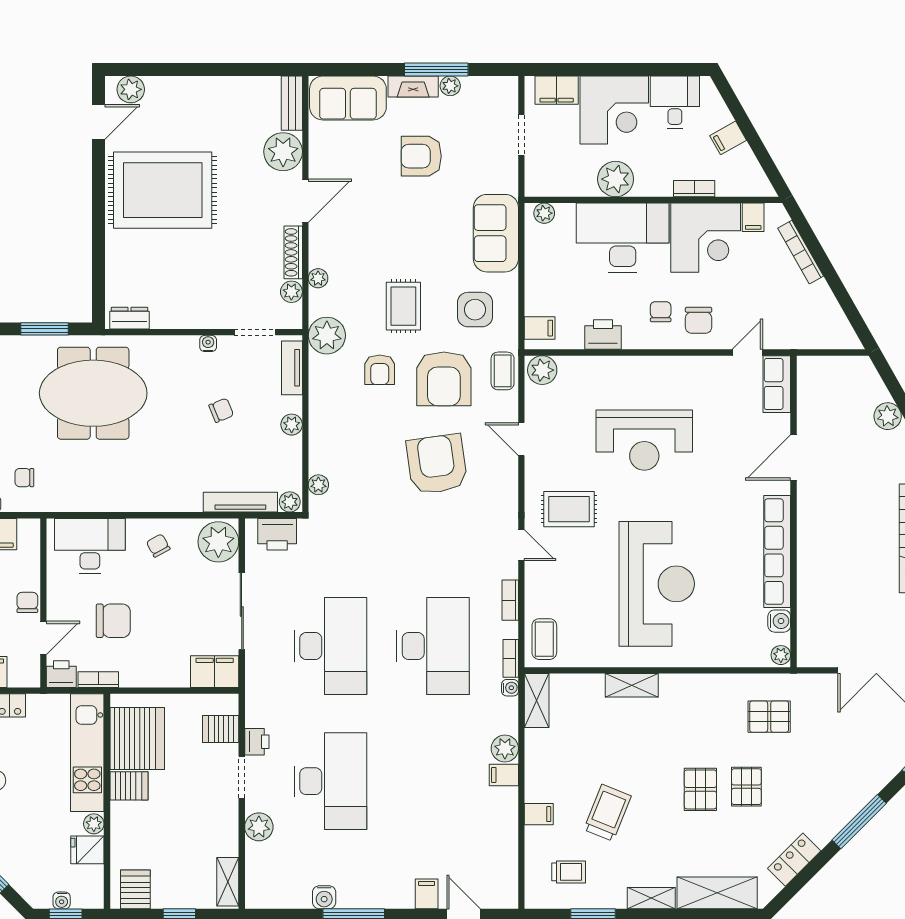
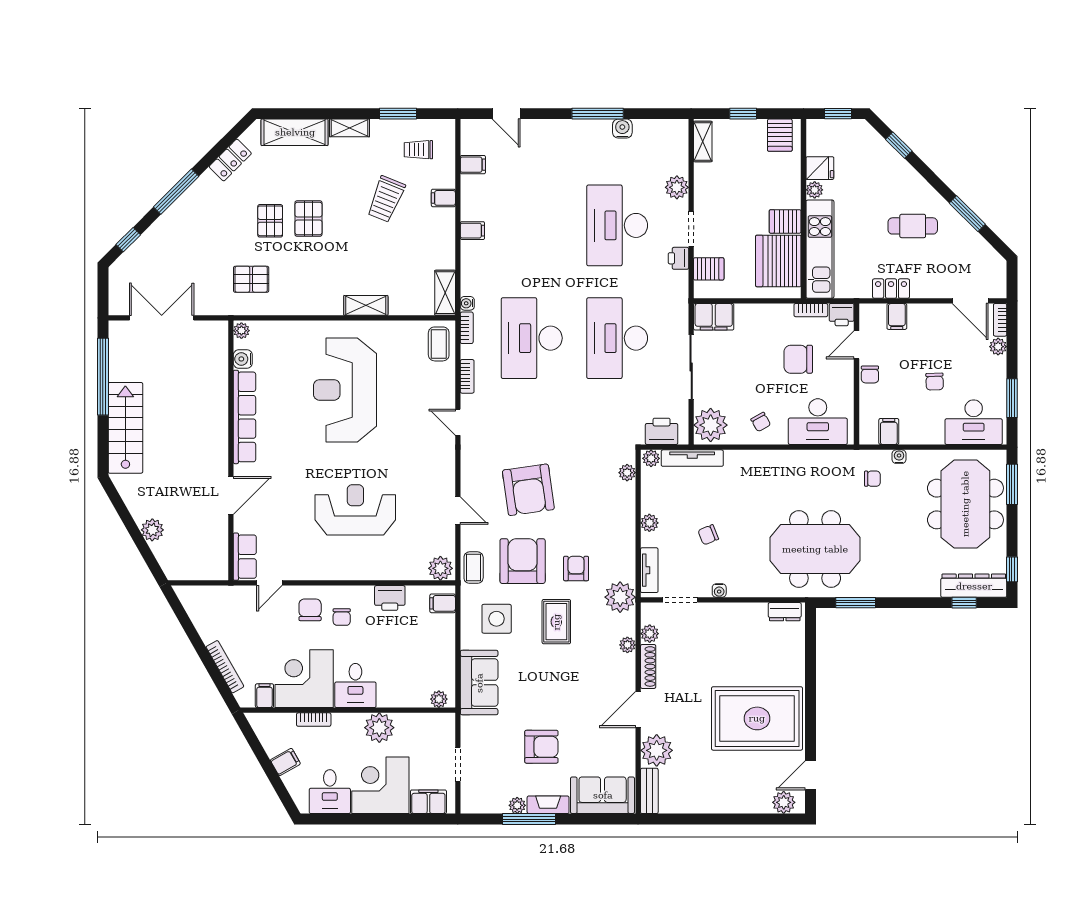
desk: (623, 238) -> (355, 685), width x0.53, depth x0.77
rug: (569, 509) -> (418, 452), removed
plant: (505, 748) -> (472, 253), removed
filing cabinet: (427, 894) -> (473, 165), moved, turned -90
water cooler: (62, 900) -> (841, 126), removed

